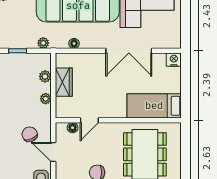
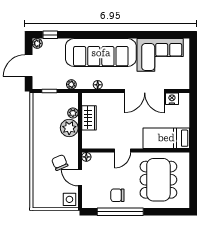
nightstand: (174, 60) -> (172, 99), moved
plant: (46, 99) -> (69, 128), width x1.88, depth x1.88
door: (89, 120) -> (123, 150), moved
floor lamp: (73, 128) -> (86, 157), moved

